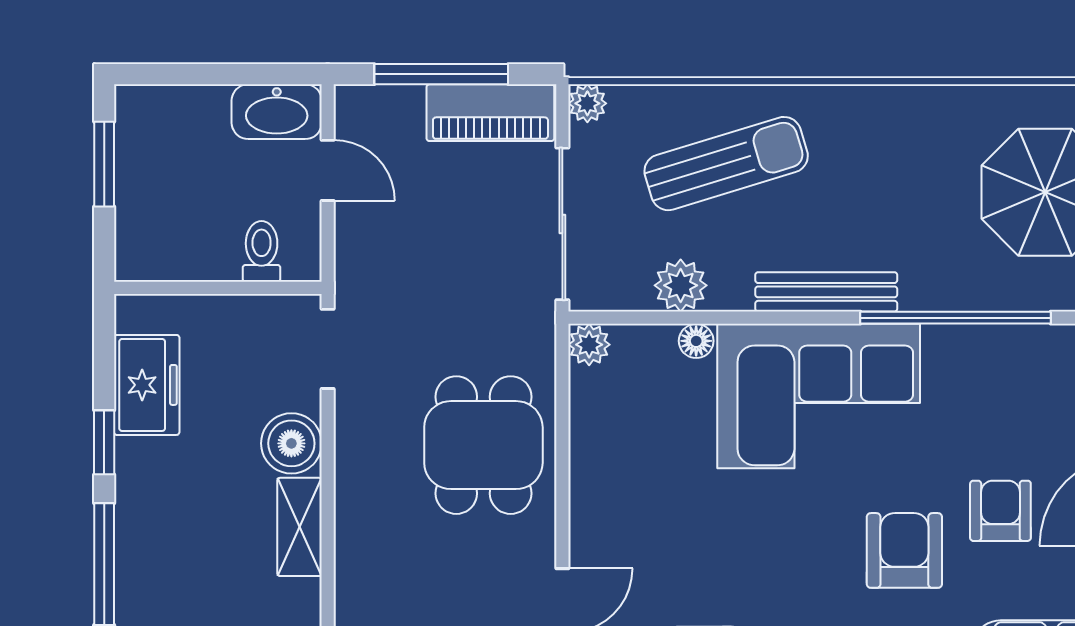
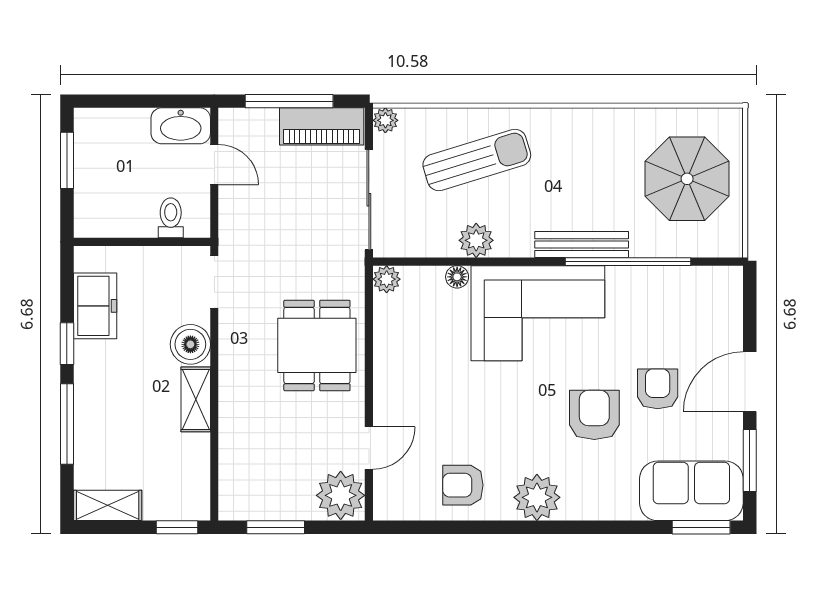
plant: (681, 285) -> (476, 240), moved
bench: (826, 292) -> (582, 245), moved

